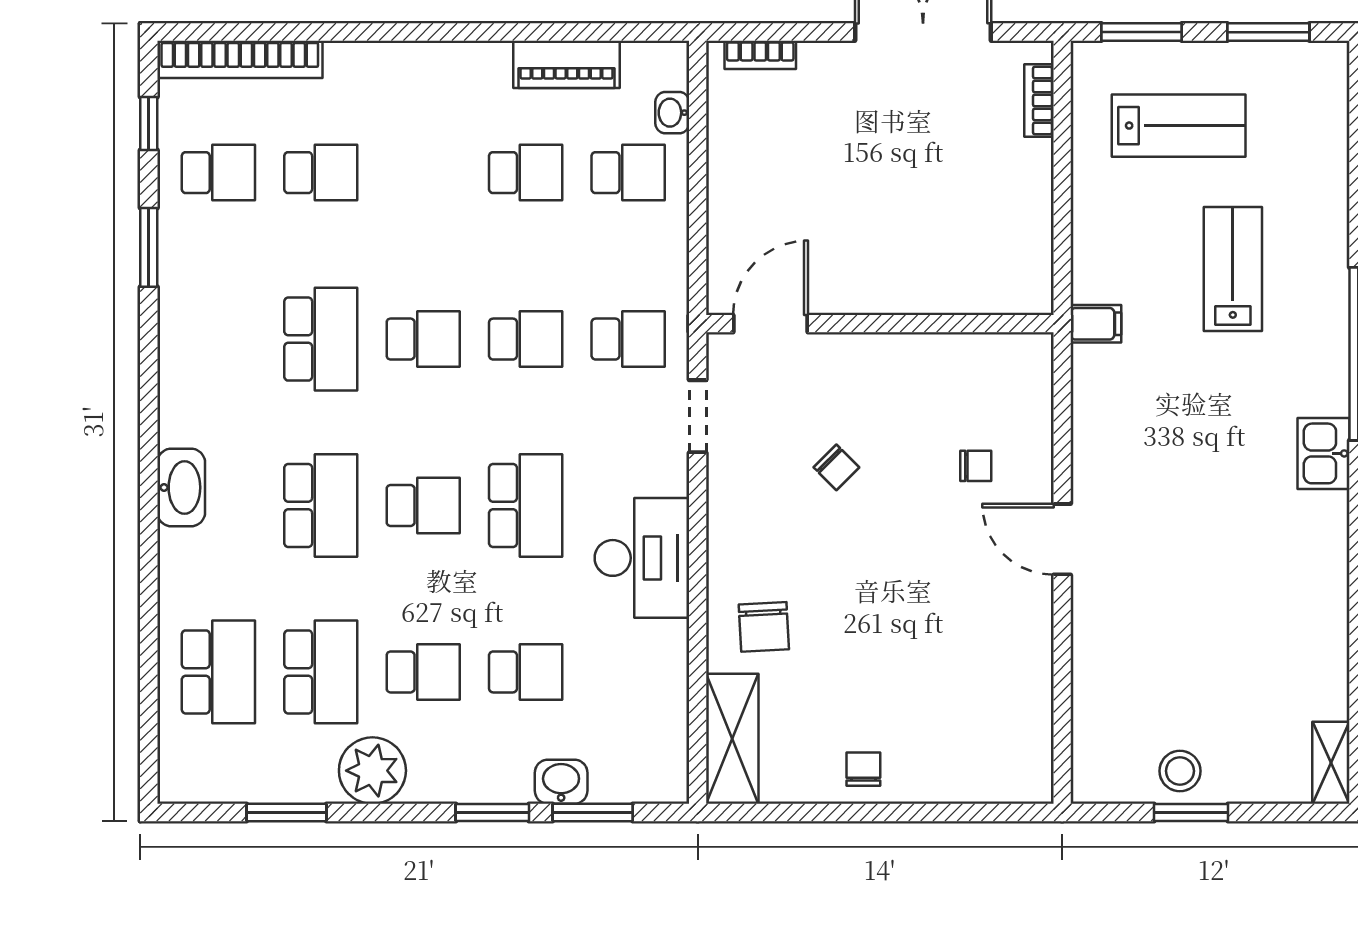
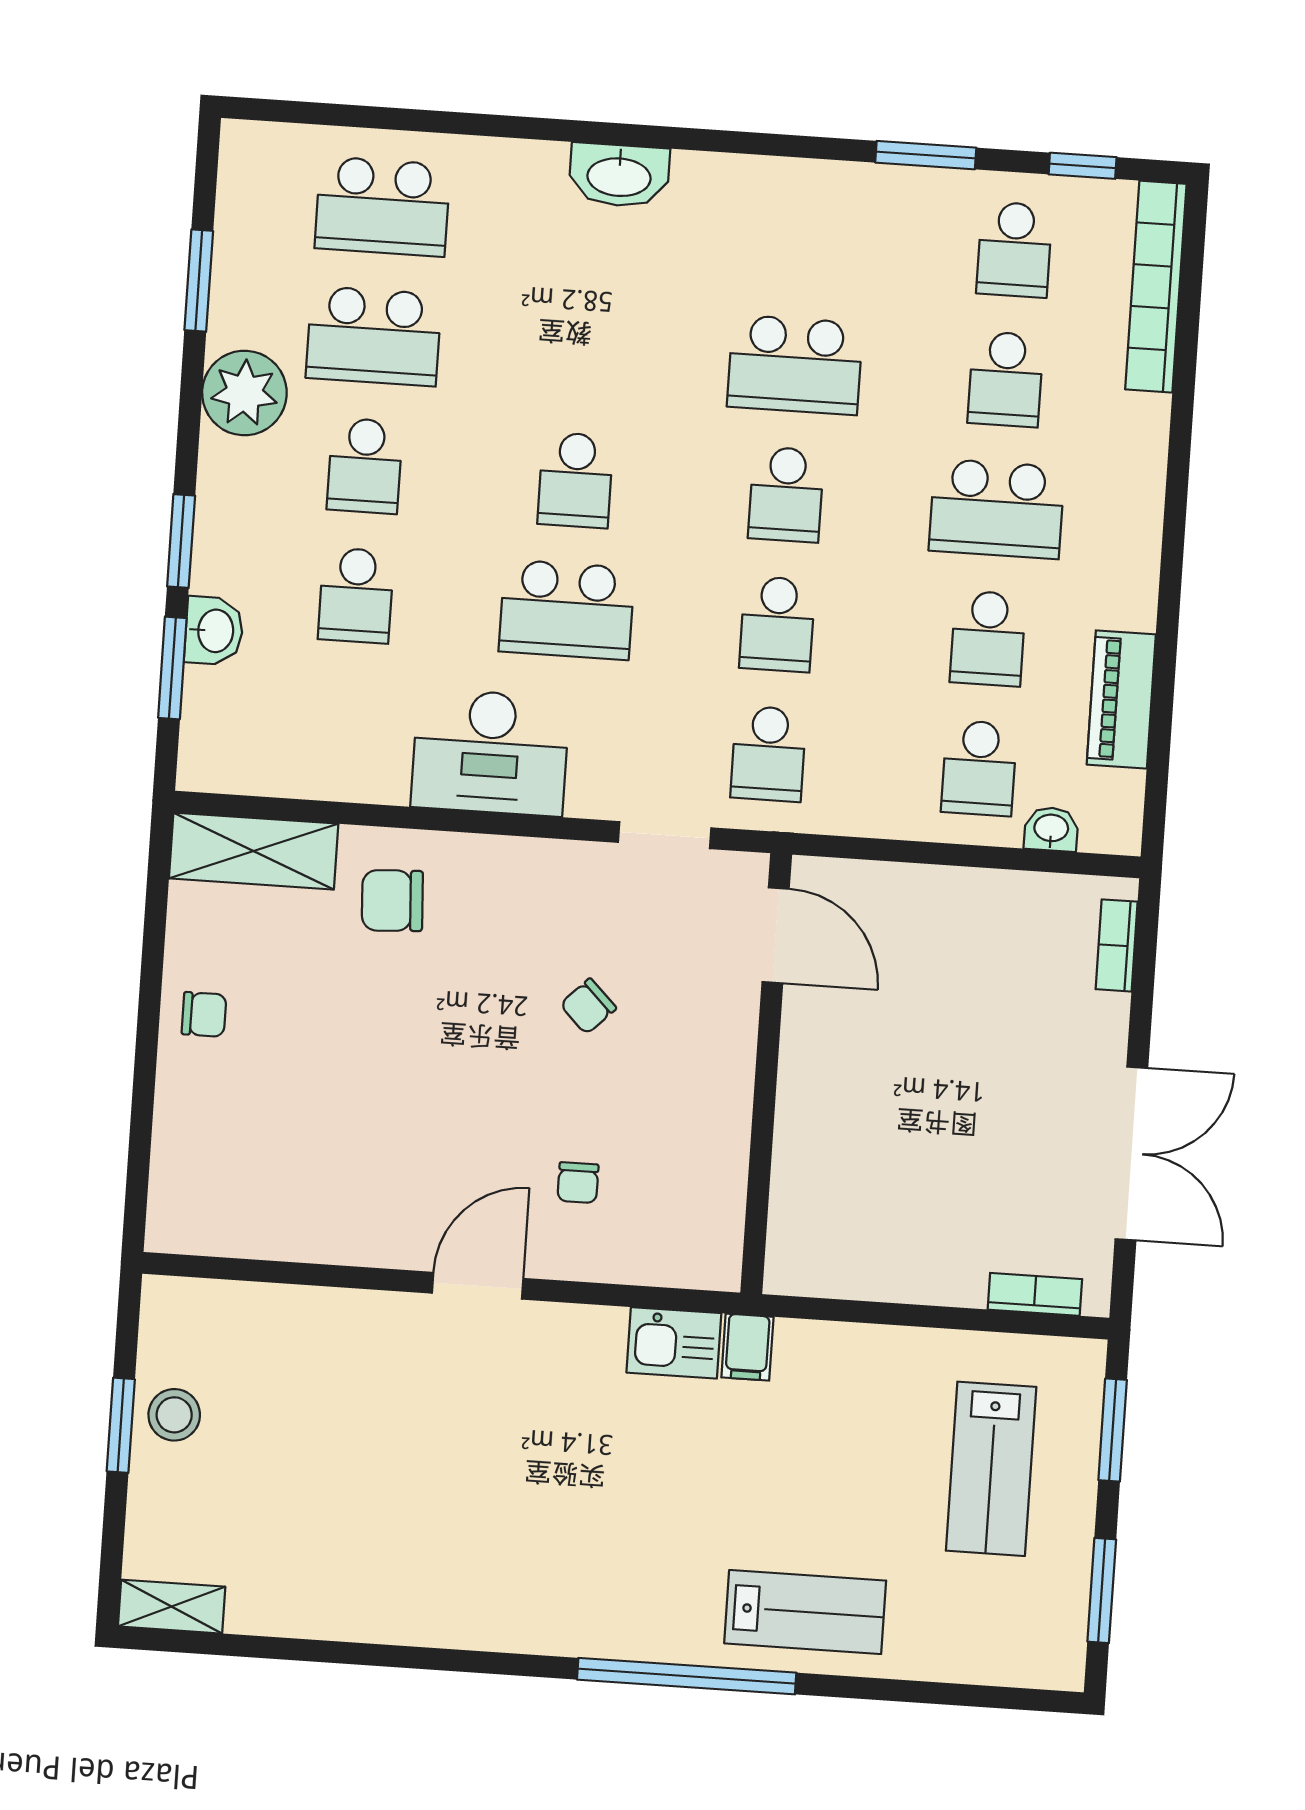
lab bench: (1233, 269) -> (805, 1612), moved
kitchen sink: (1324, 453) -> (674, 1343), moved, turned 180
school desk: (321, 505) -> (997, 509), moved

